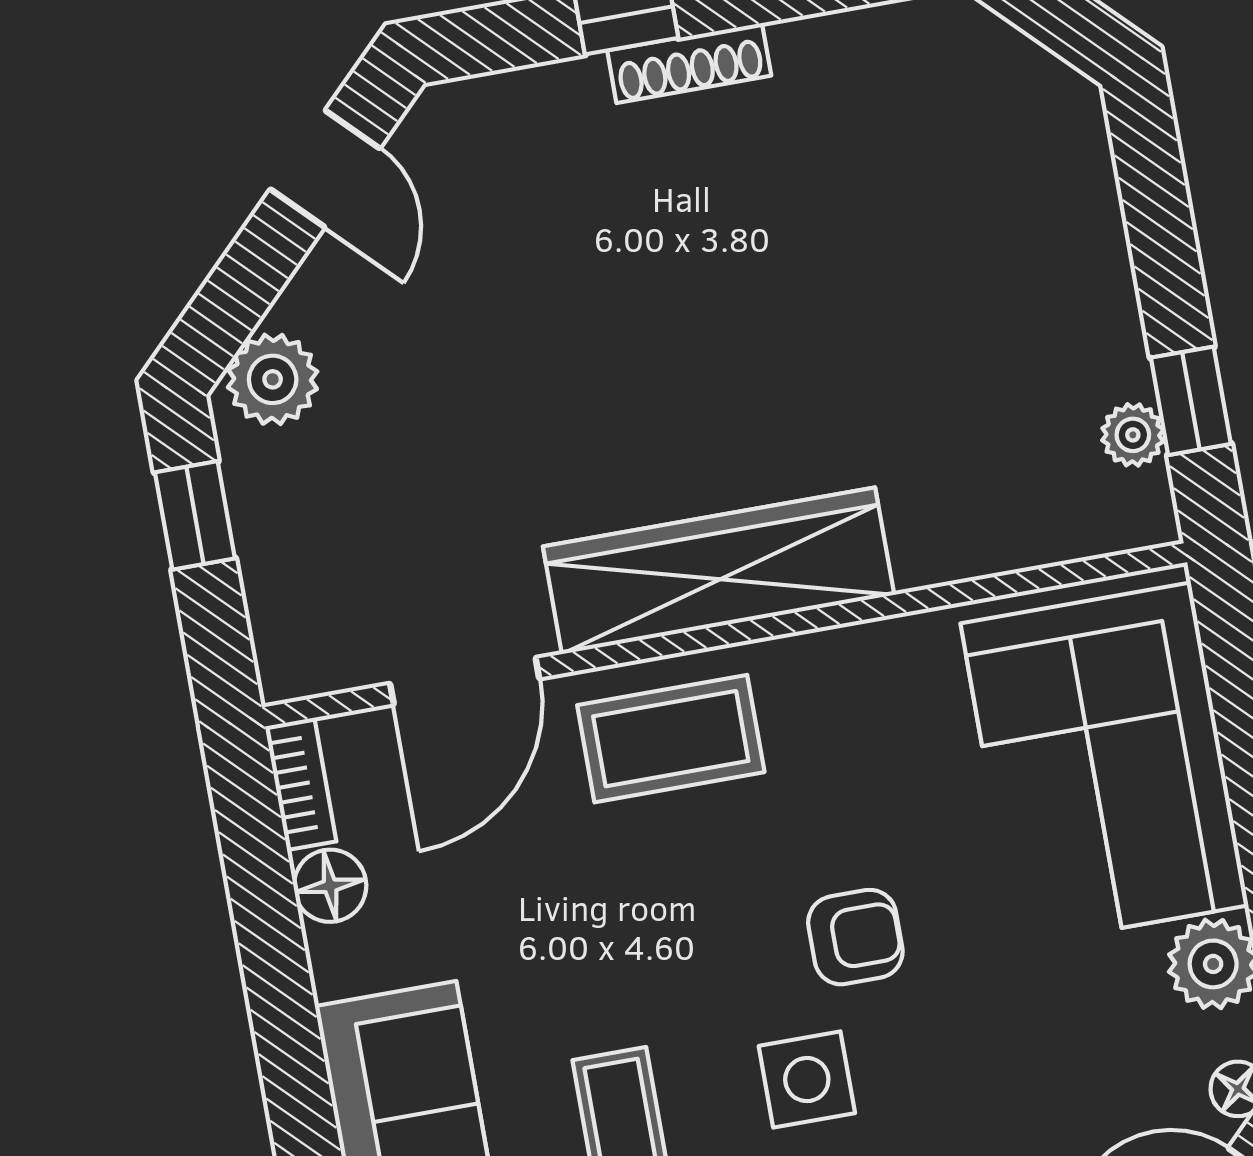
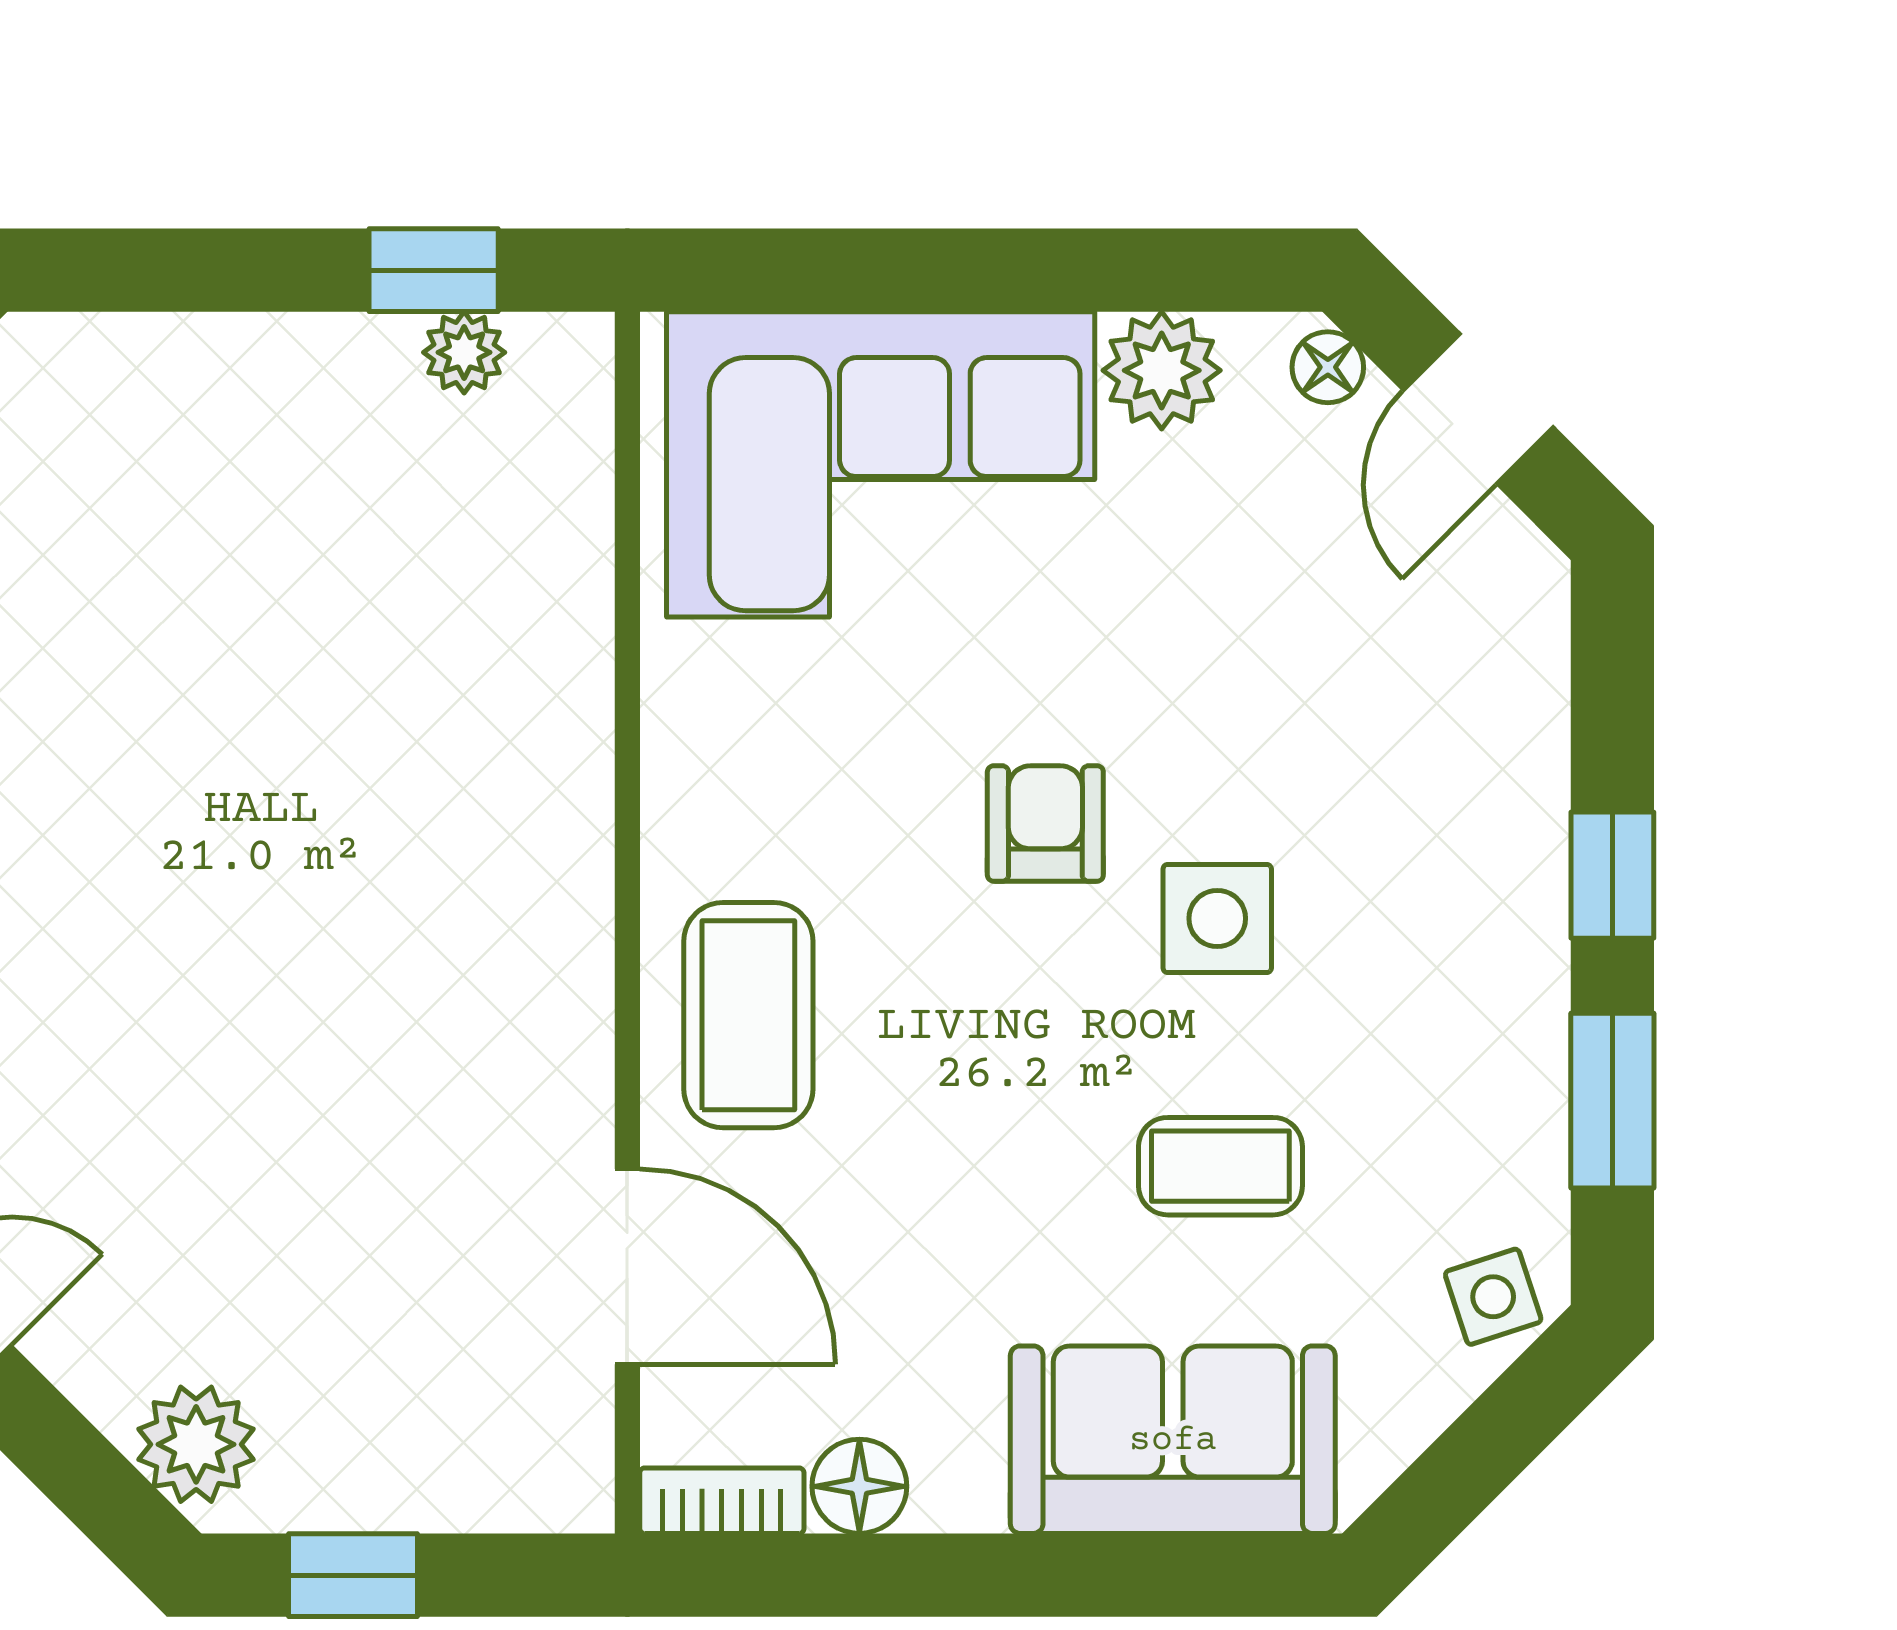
wardrobe: (719, 571) -> (544, 916), removed

